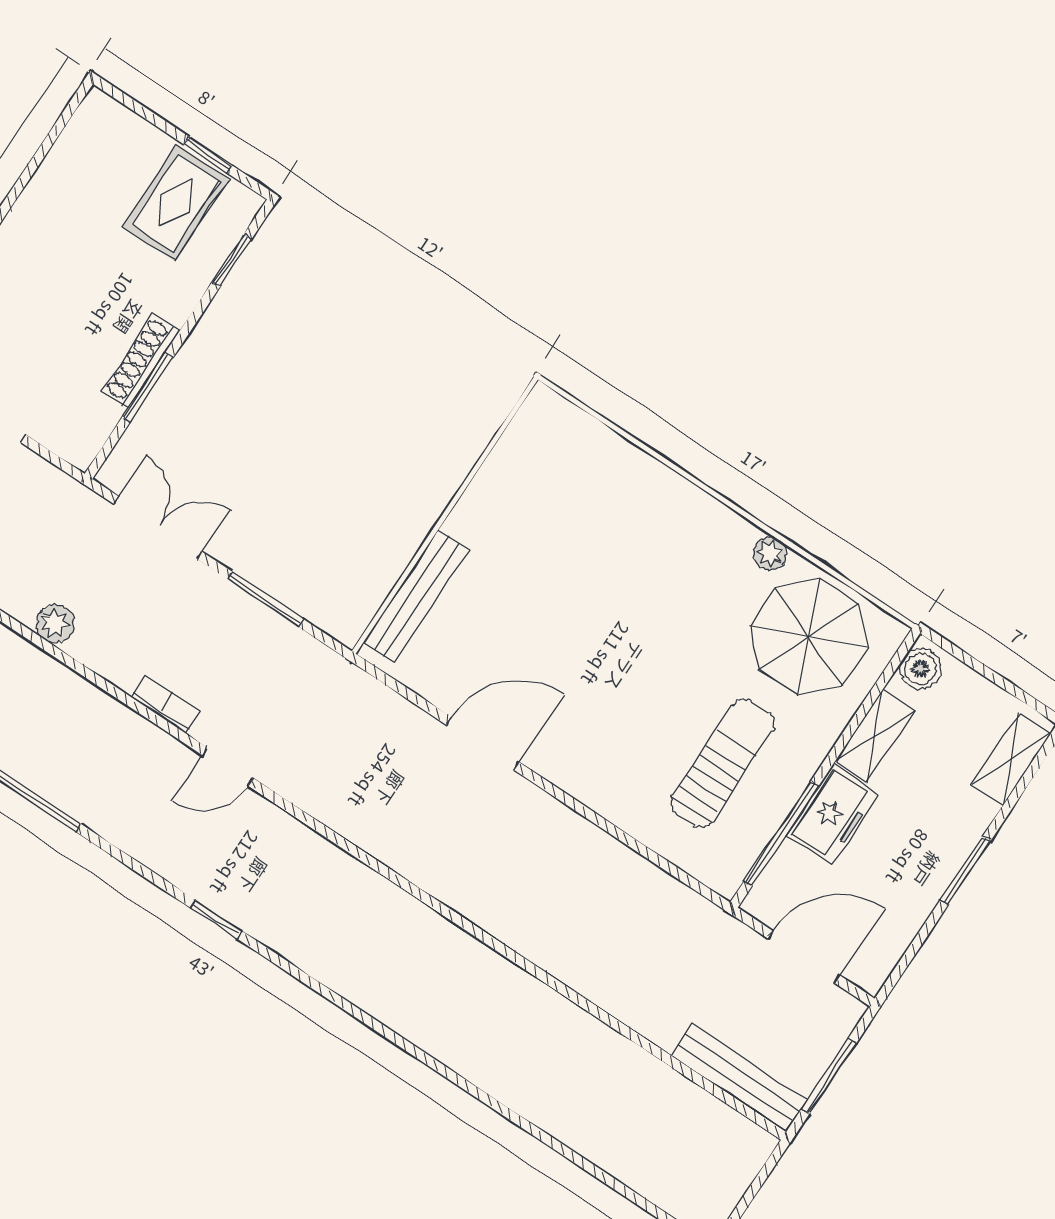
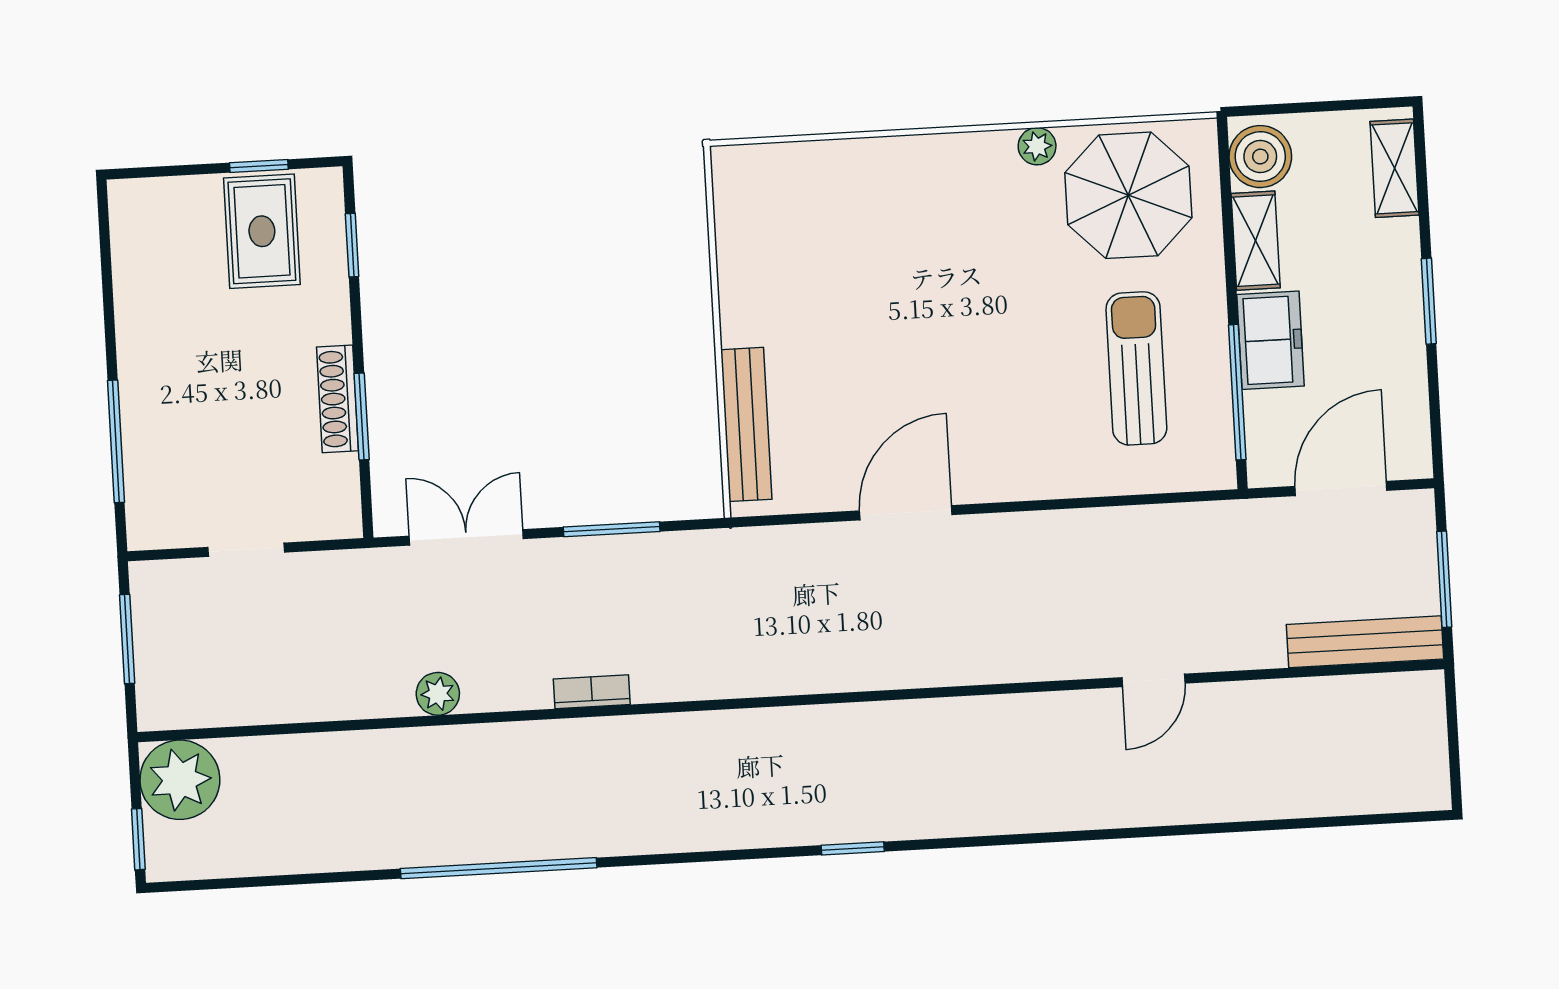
boiler: (921, 669) -> (1260, 157), width x1.36, depth x1.36
door: (228, 767) -> (1153, 680), moved
window: (216, 919) -> (853, 848), moved

